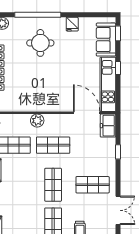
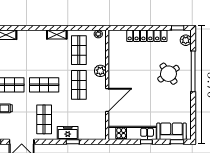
fridge: (72, 24) -> (185, 102), removed
round table: (40, 43) -> (168, 74), turned -35
door: (87, 113) -> (107, 100), moved
freezer: (108, 126) -> (68, 133), moved

